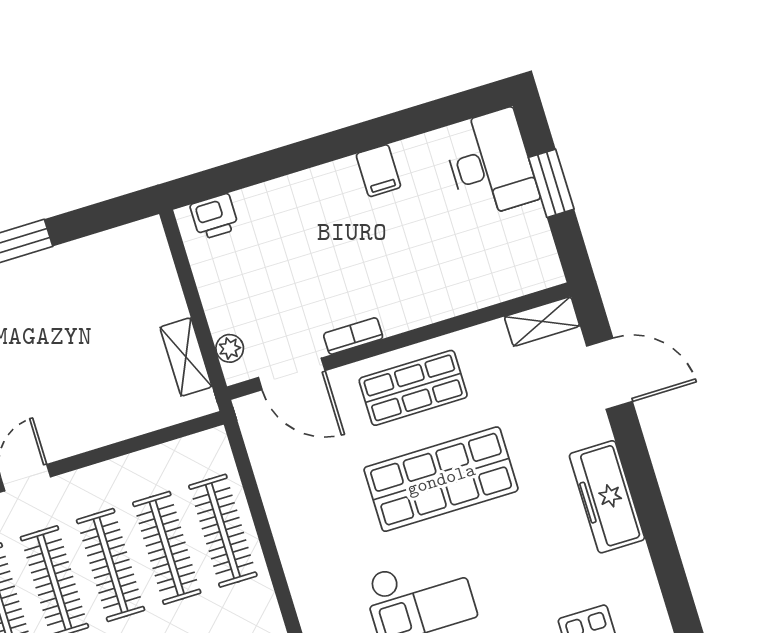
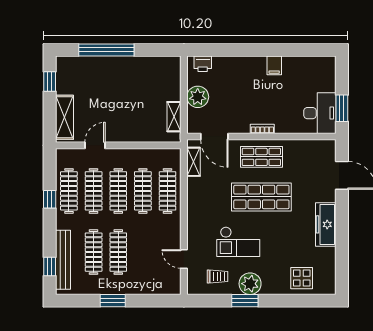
desk: (490, 164) -> (320, 113), moved
window: (551, 183) -> (342, 108), moved
shelving: (542, 321) -> (193, 162), moved, turned 90
bookcase: (353, 336) -> (262, 129), moved
plant: (230, 348) -> (198, 97), moved, width x1.88, depth x1.88

